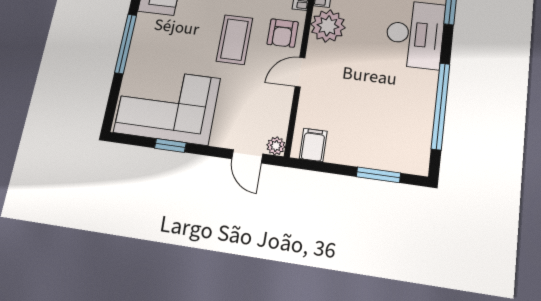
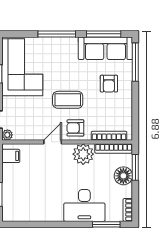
door: (300, 72) -> (53, 142), hinge flipped
window: (440, 106) -> (43, 224), removed

